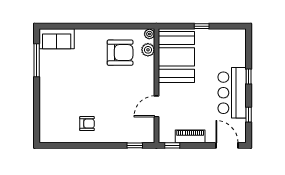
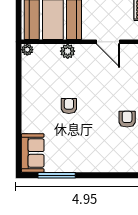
plant: (148, 50) -> (68, 51), moved
armchair: (120, 53) -> (69, 106), moved, width x0.53, depth x0.53

